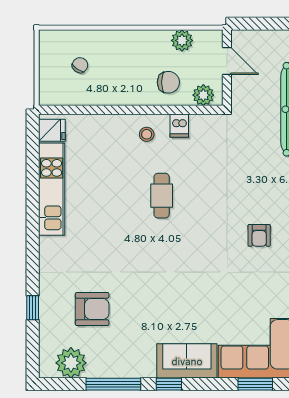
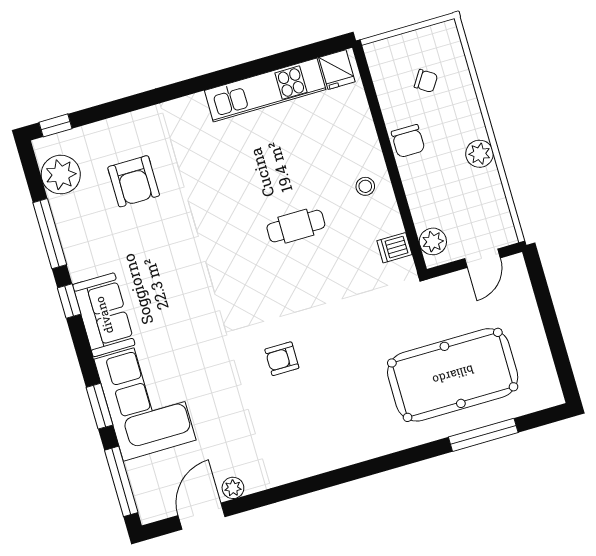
plant: (182, 40) -> (479, 154), moved
chair: (168, 82) -> (408, 141), moved
dishwasher: (179, 126) -> (394, 248), moved
window: (33, 308) -> (55, 125), moved

